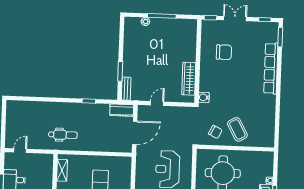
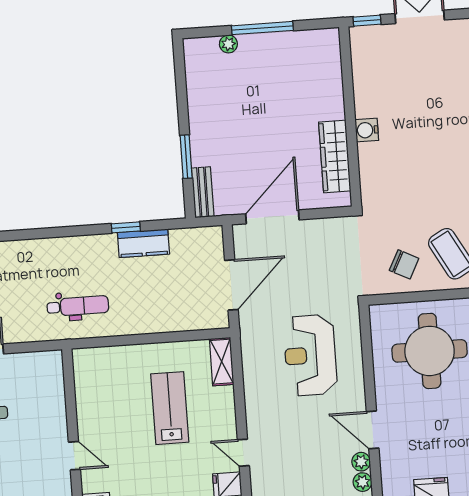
chair: (224, 52) -> (404, 91), removed
water cooler: (204, 97) -> (367, 130), moved
door: (157, 103) -> (272, 217), width x1.88
kitchen counter: (122, 110) -> (143, 243), moved
shelving: (62, 170) -> (222, 362), moved

